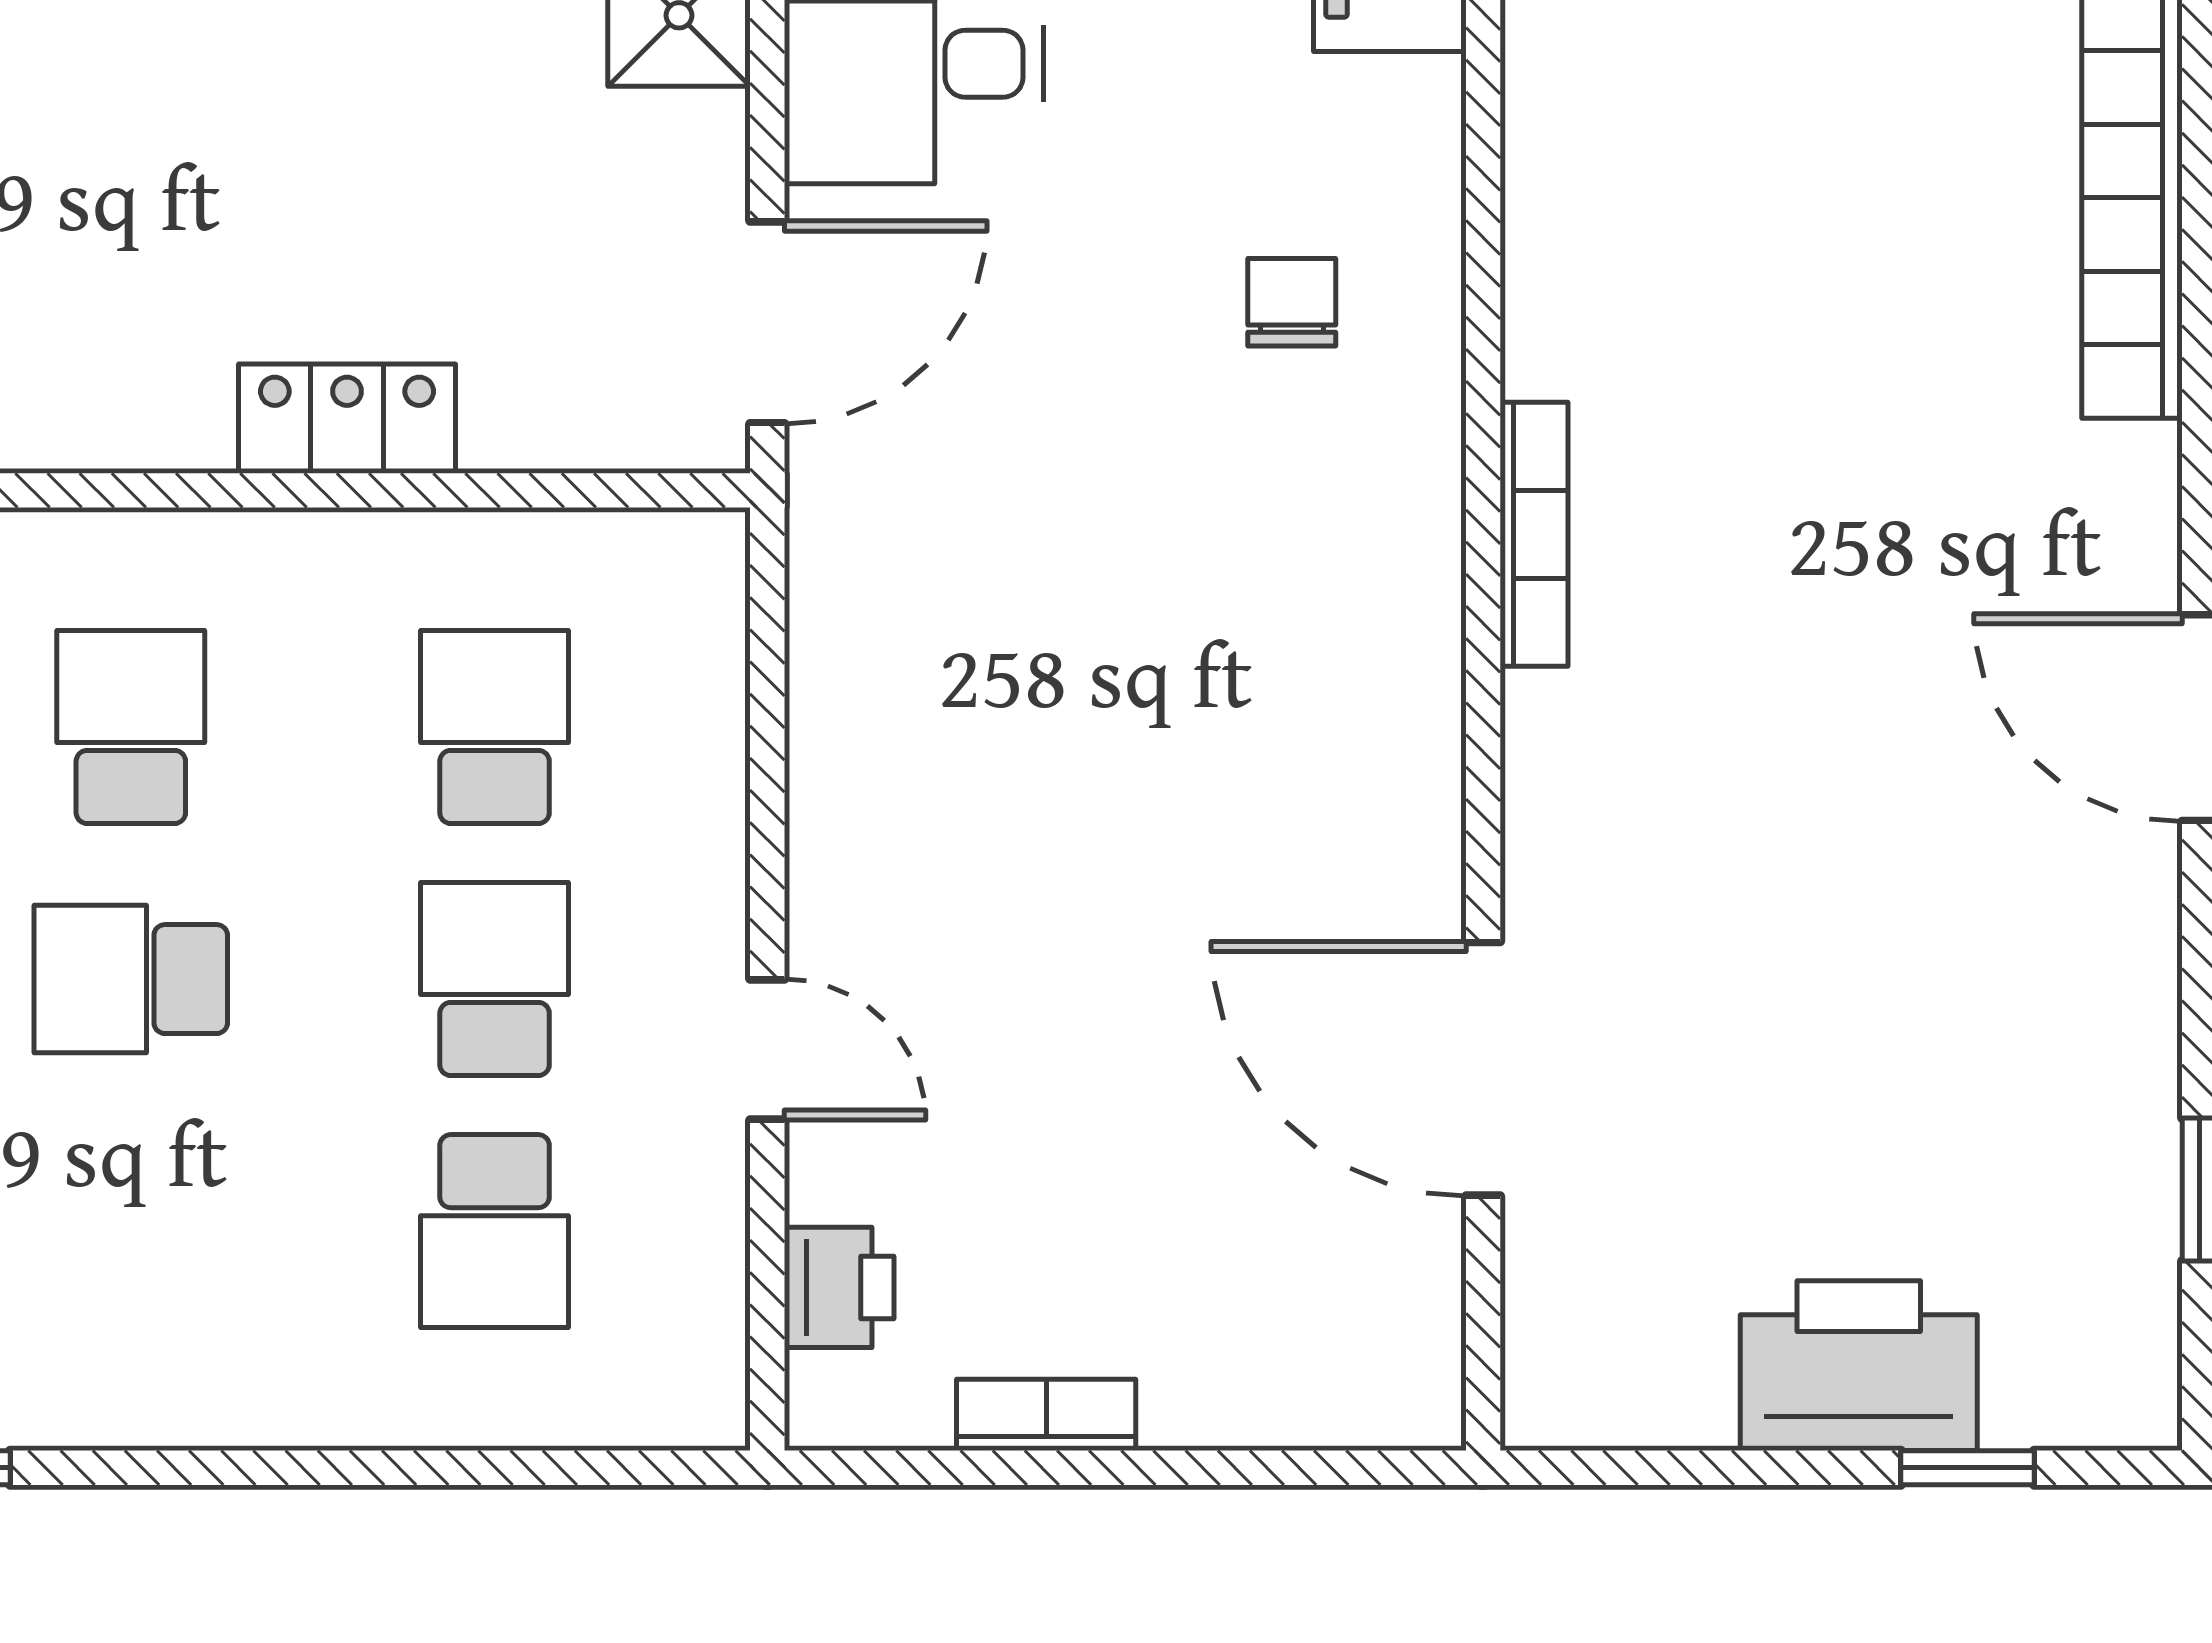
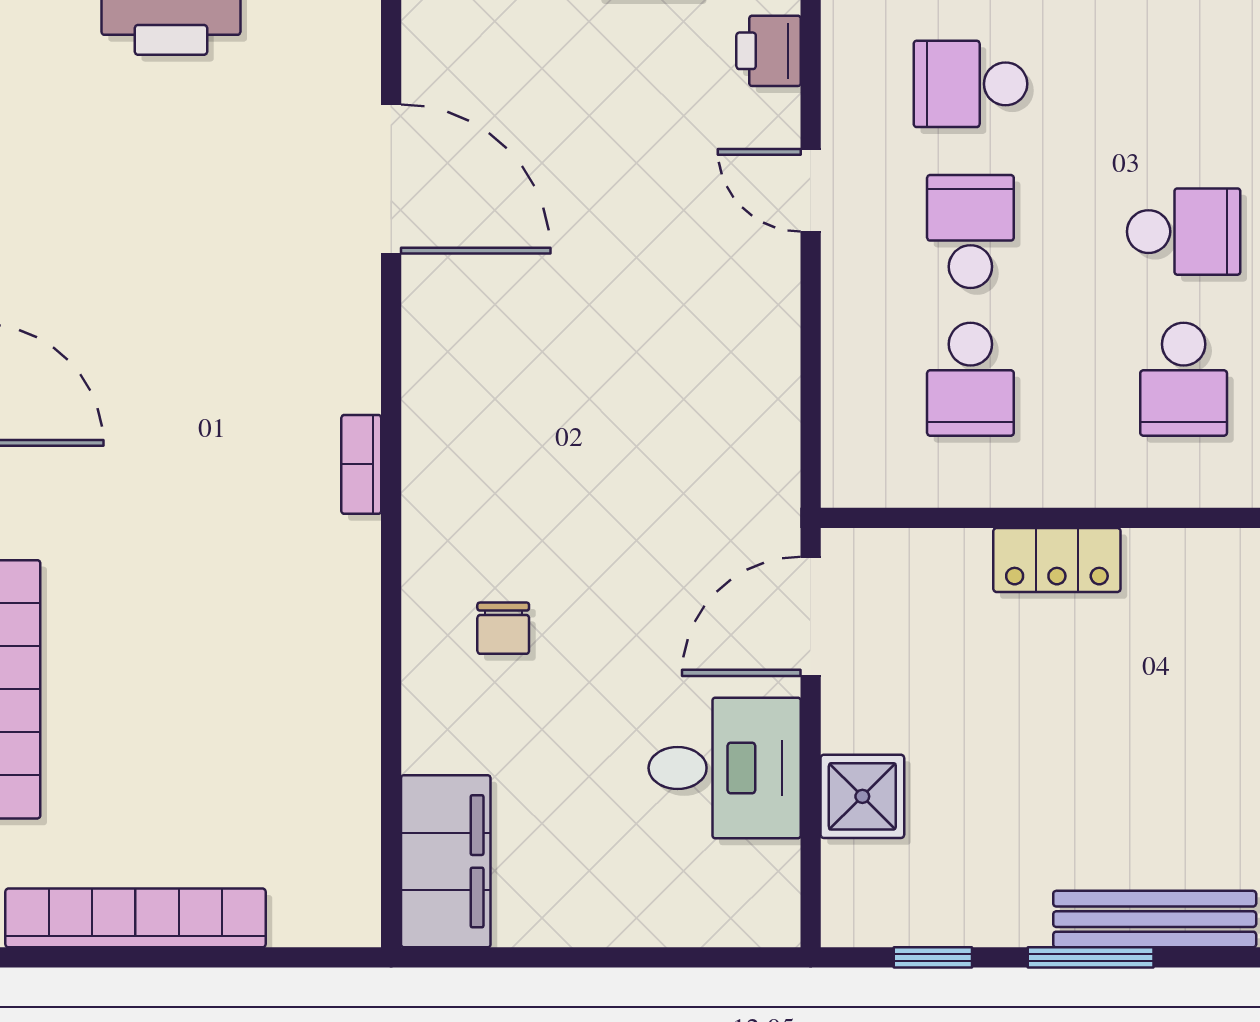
bookcase: (1534, 534) -> (361, 464), width x0.64
school desk: (495, 979) -> (970, 232), turned 180
school desk: (495, 1231) -> (970, 84), turned -90

